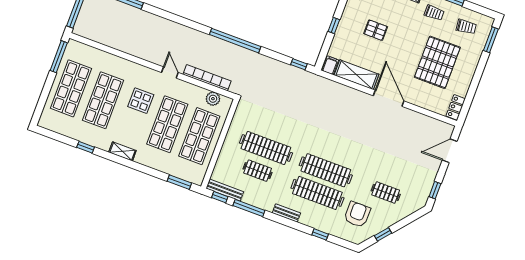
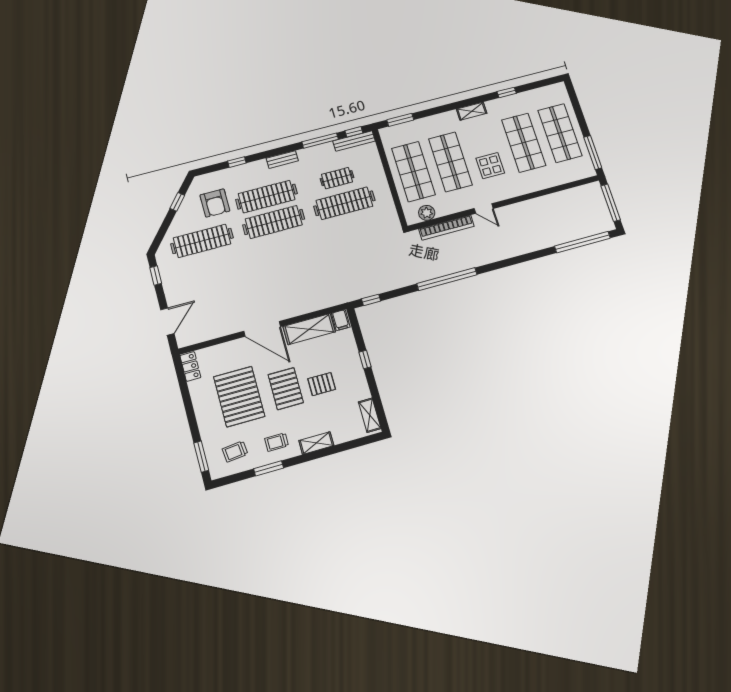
pallet: (402, 45) -> (286, 389), added
clothes rail: (386, 193) -> (202, 241), width x1.86, depth x1.31

